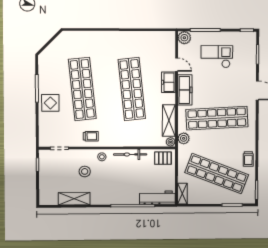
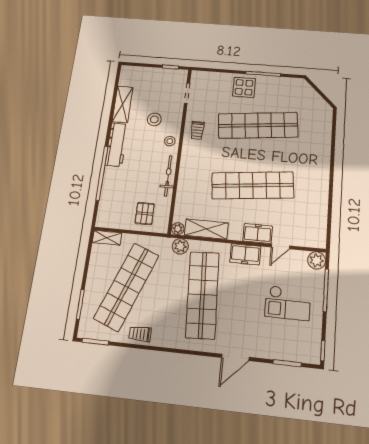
checkout: (217, 57) -> (288, 303), turned 90
freezer: (185, 90) -> (245, 254), width x0.71
pallet: (163, 158) -> (145, 214), moved
workbench: (157, 198) -> (117, 145), moved

